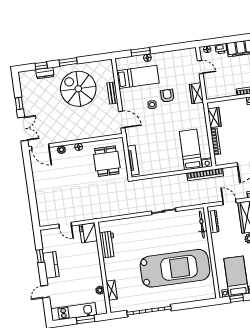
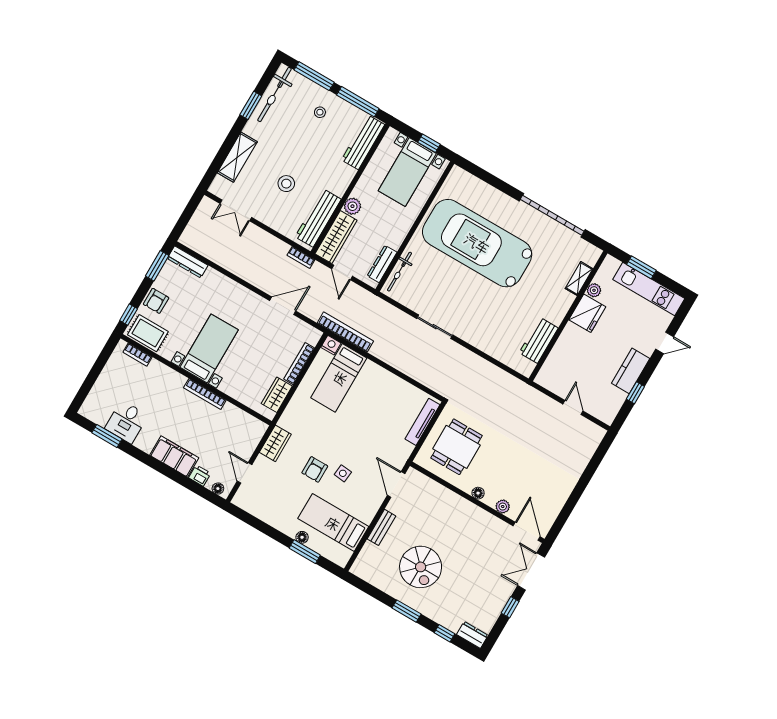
dresser: (45, 73) -> (472, 635), moved
spiral stairs: (78, 89) -> (421, 567), width x0.73, depth x0.73
fridge: (88, 233) -> (587, 313), moved

